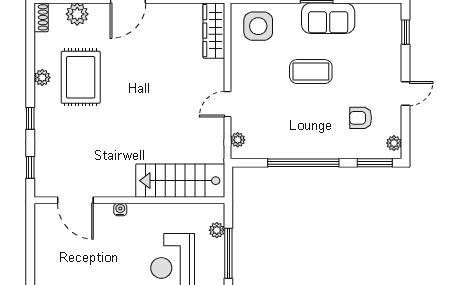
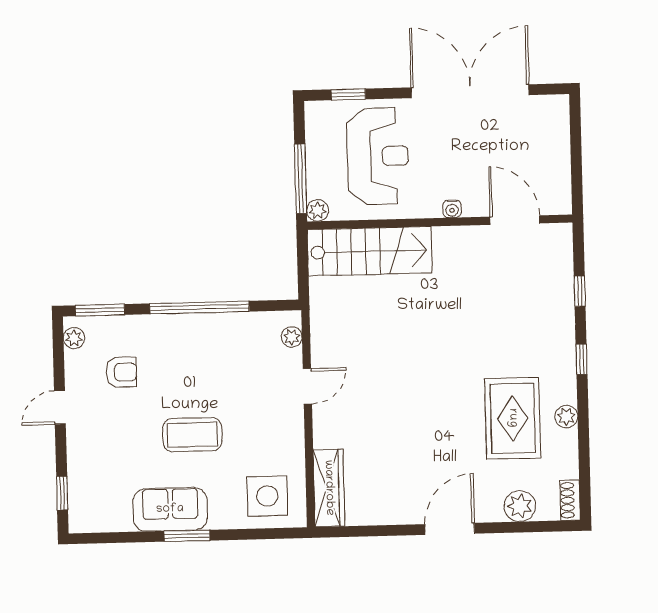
stairs: (180, 181) -> (370, 251), moved
door: (75, 200) -> (515, 220), moved
wall: (129, 200) -> (440, 222), moved
water cooler: (120, 210) -> (452, 209), moved

